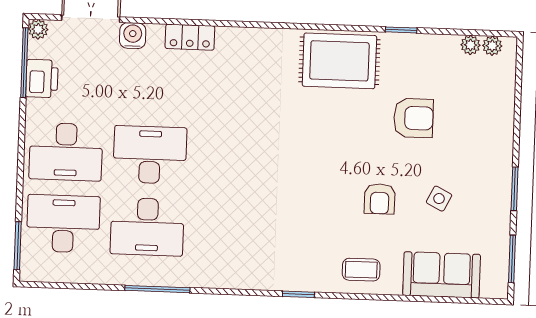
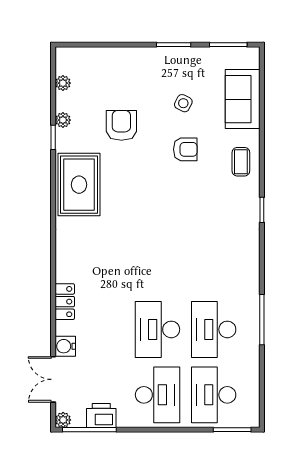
plant: (492, 46) -> (63, 120), moved
desk: (147, 227) -> (214, 329), turned 180

